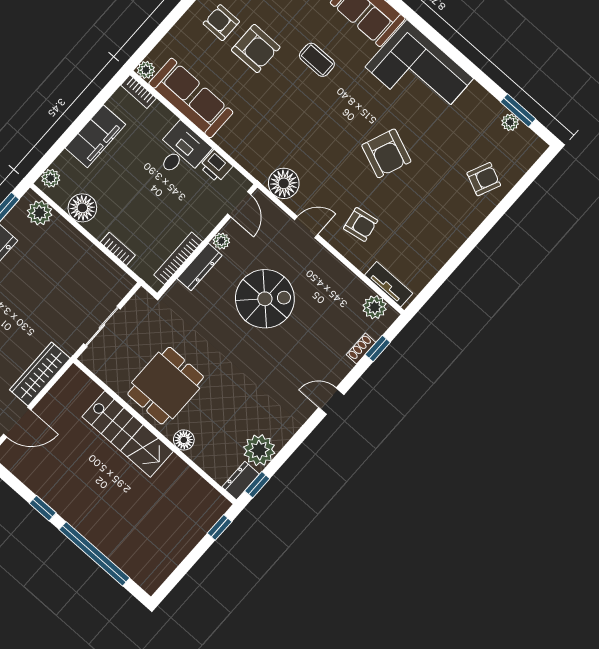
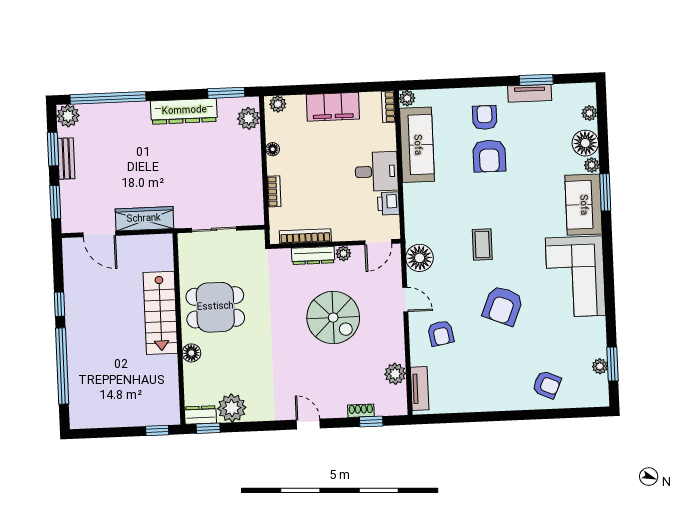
coffee table: (317, 60) -> (482, 245), moved
floor lamp: (82, 208) -> (273, 149), width x0.53, depth x0.53
plant: (375, 307) -> (395, 374), moved

